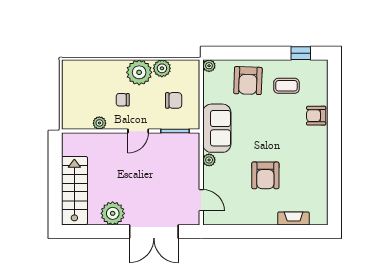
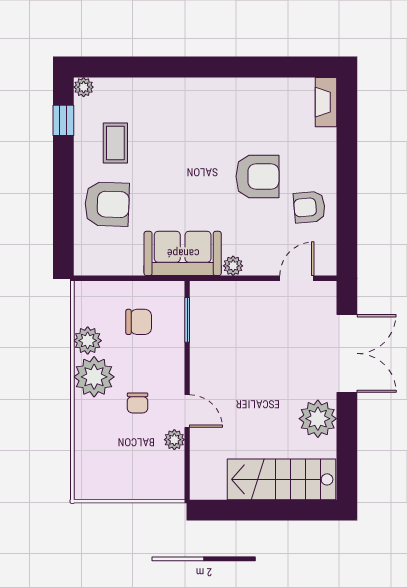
plant: (209, 66) -> (84, 87), moved
chair: (174, 100) -> (139, 322), turned 90
armchair: (316, 116) -> (309, 207), moved, turned 85
door: (138, 131) -> (187, 411), moved
fireplace: (294, 219) -> (326, 102), moved

